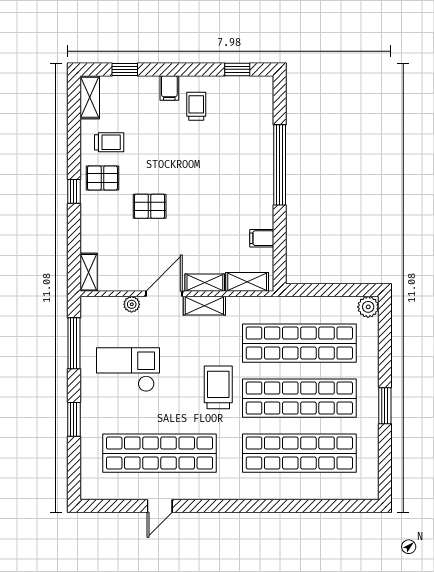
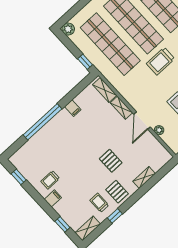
window: (74, 191) -> (115, 216), moved
filing cabinet: (262, 238) -> (73, 108), moved
shelving: (89, 272) -> (144, 177), moved
window: (306, 290) -> (85, 62), added
door: (164, 294) -> (142, 121), hinge flipped
shelving: (204, 306) -> (131, 99), removed

